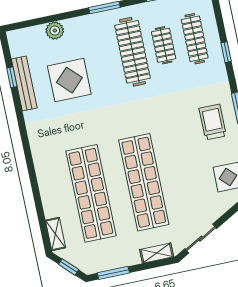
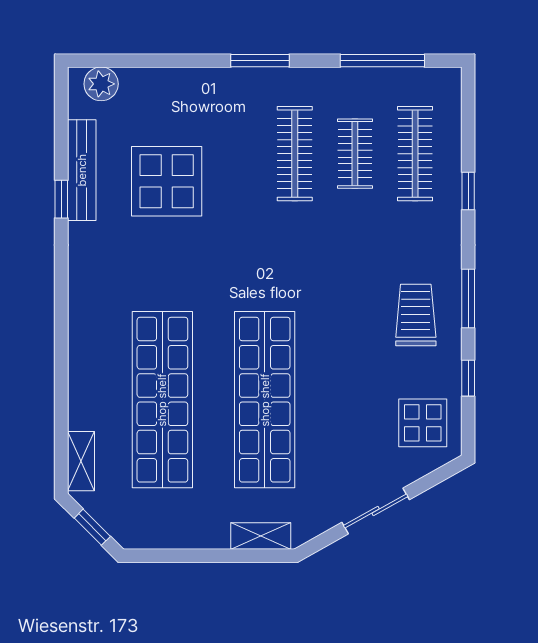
plant: (55, 31) -> (101, 84), moved
clothes rail: (133, 52) -> (295, 154), width x0.73, depth x0.76
window: (12, 77) -> (61, 199), moved
sliding door: (201, 239) -> (376, 511), moved
window: (113, 273) -> (173, 556), removed

